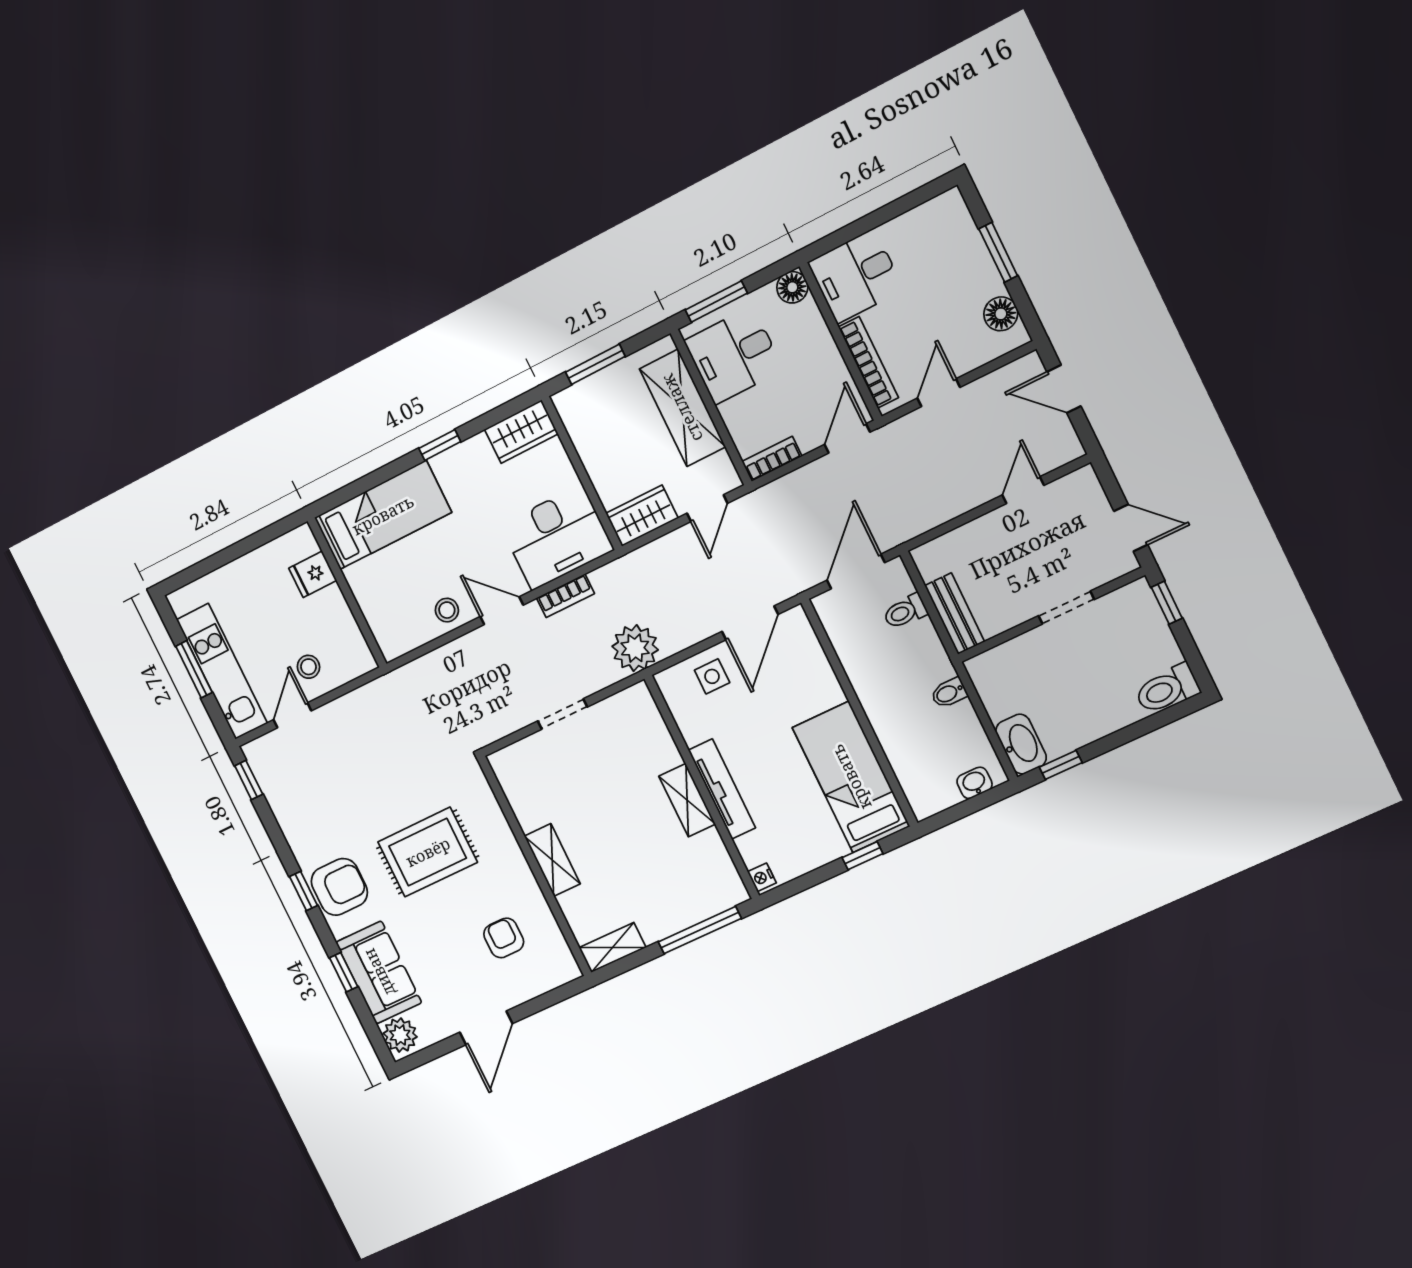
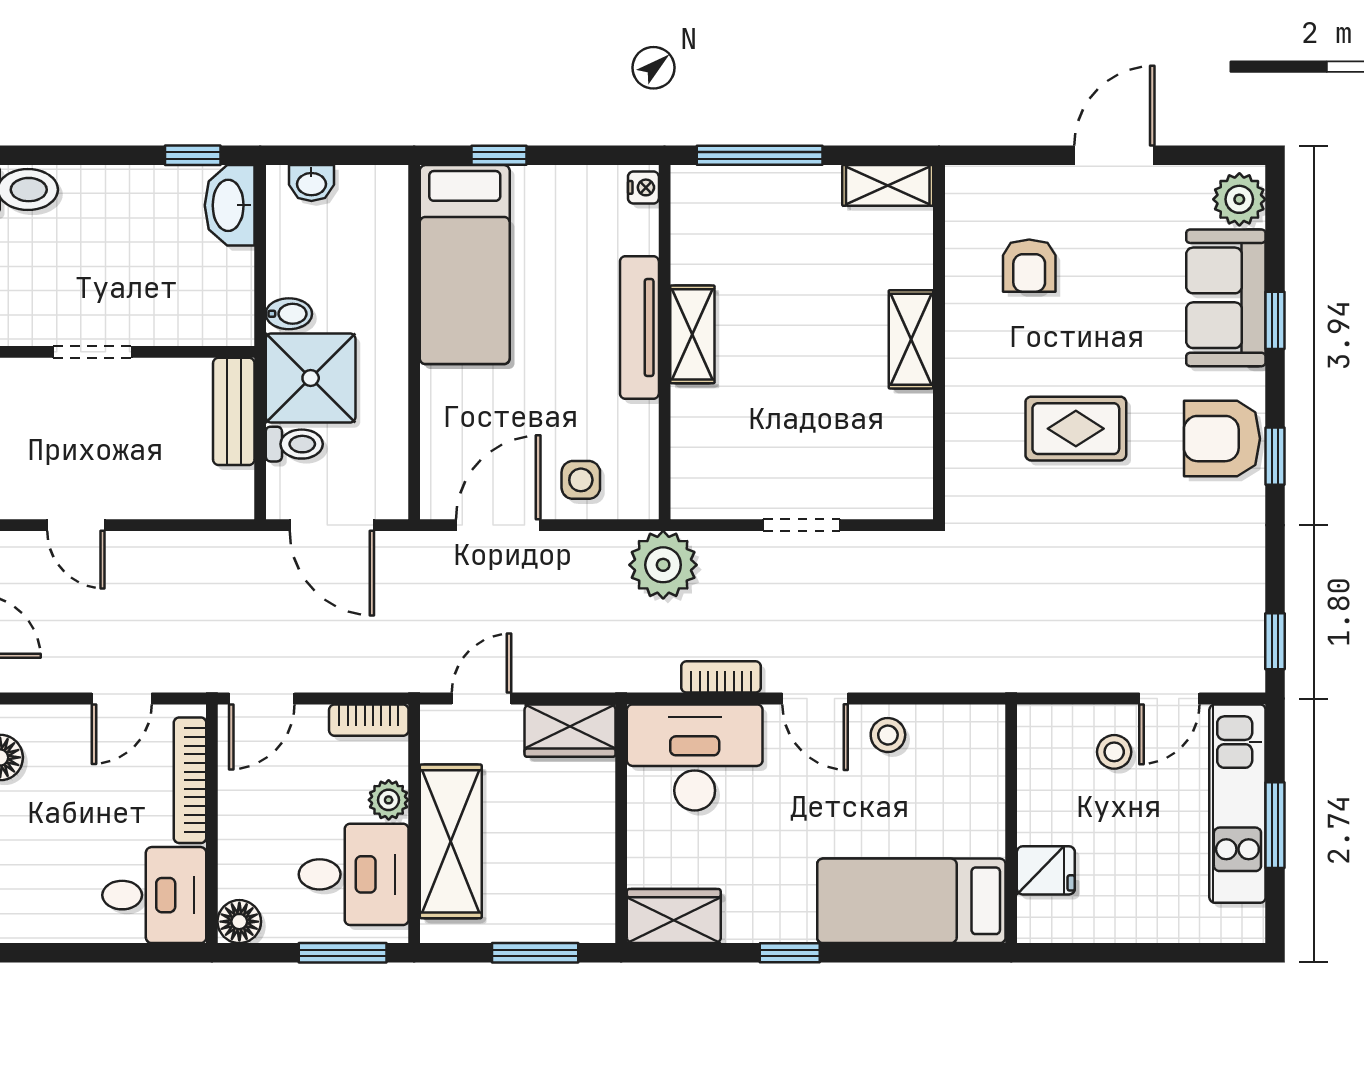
plant: (735, 414) -> (389, 800), added
door: (1023, 490) -> (76, 525), hinge flipped
door: (856, 571) -> (332, 525), hinge flipped
shower: (915, 659) -> (311, 378), added
rug: (428, 852) -> (1076, 429), width x0.73, depth x0.70

